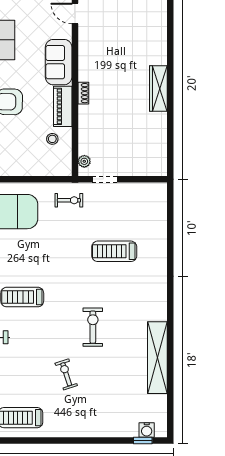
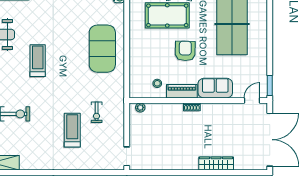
wardrobe: (158, 88) -> (216, 164), moved
doorway: (105, 179) -> (127, 156), moved
exercise bike: (69, 200) -> (97, 112), moved

